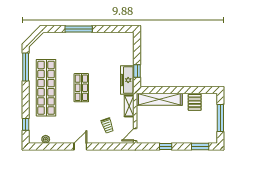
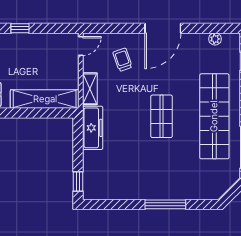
window: (137, 71) -> (78, 181), moved
door: (80, 146) -> (163, 28), width x1.88
window: (166, 146) -> (20, 28), moved

